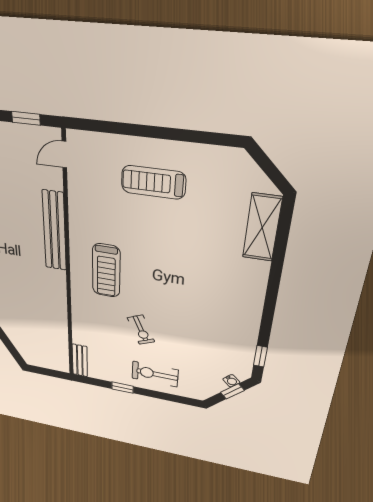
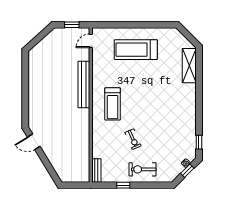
treadmill: (153, 182) -> (136, 50), width x1.37, depth x1.38

